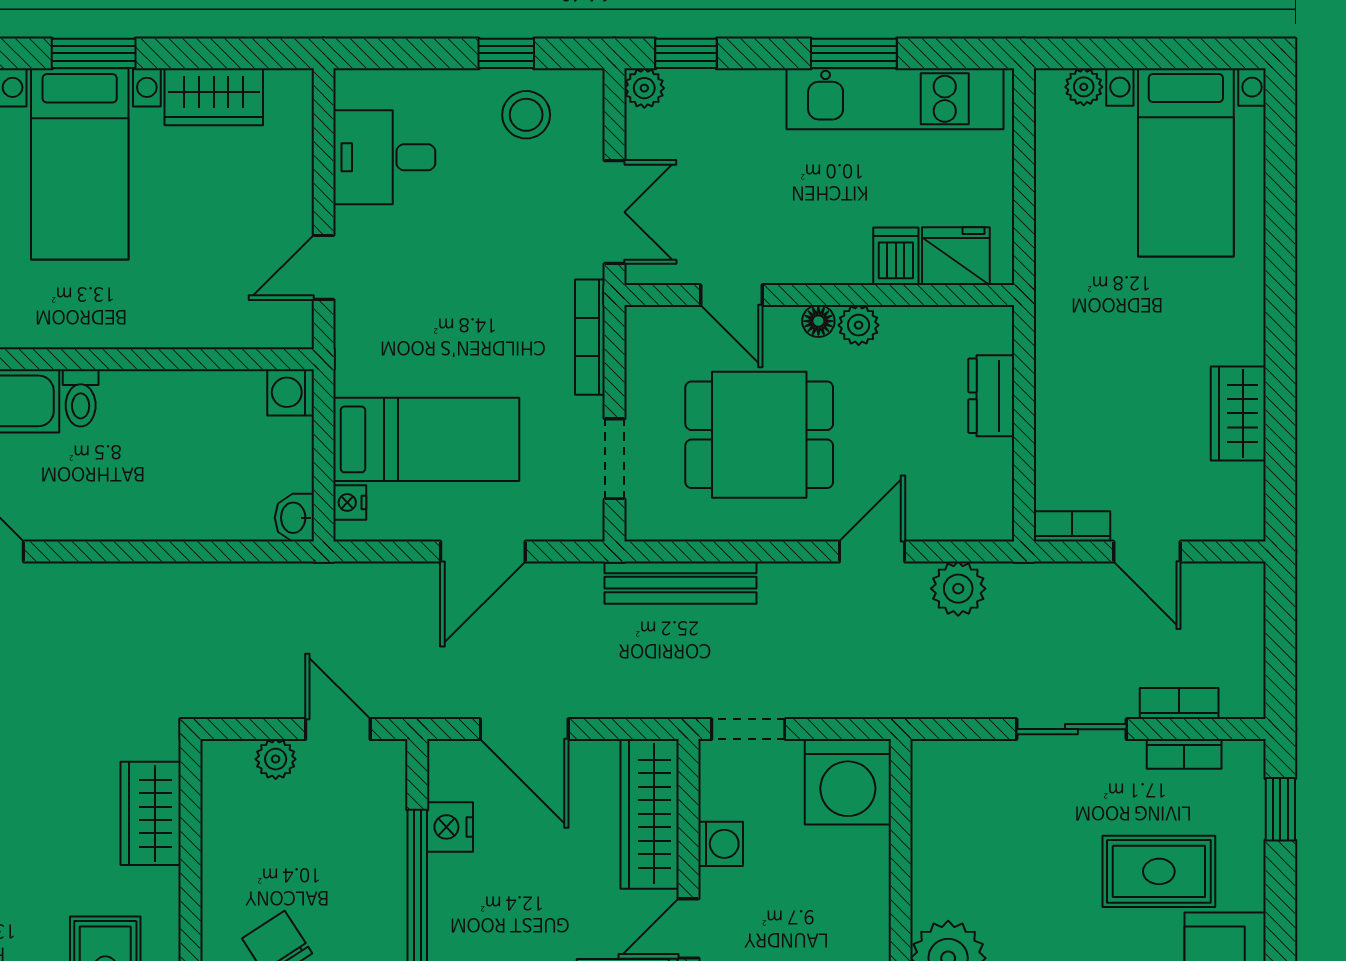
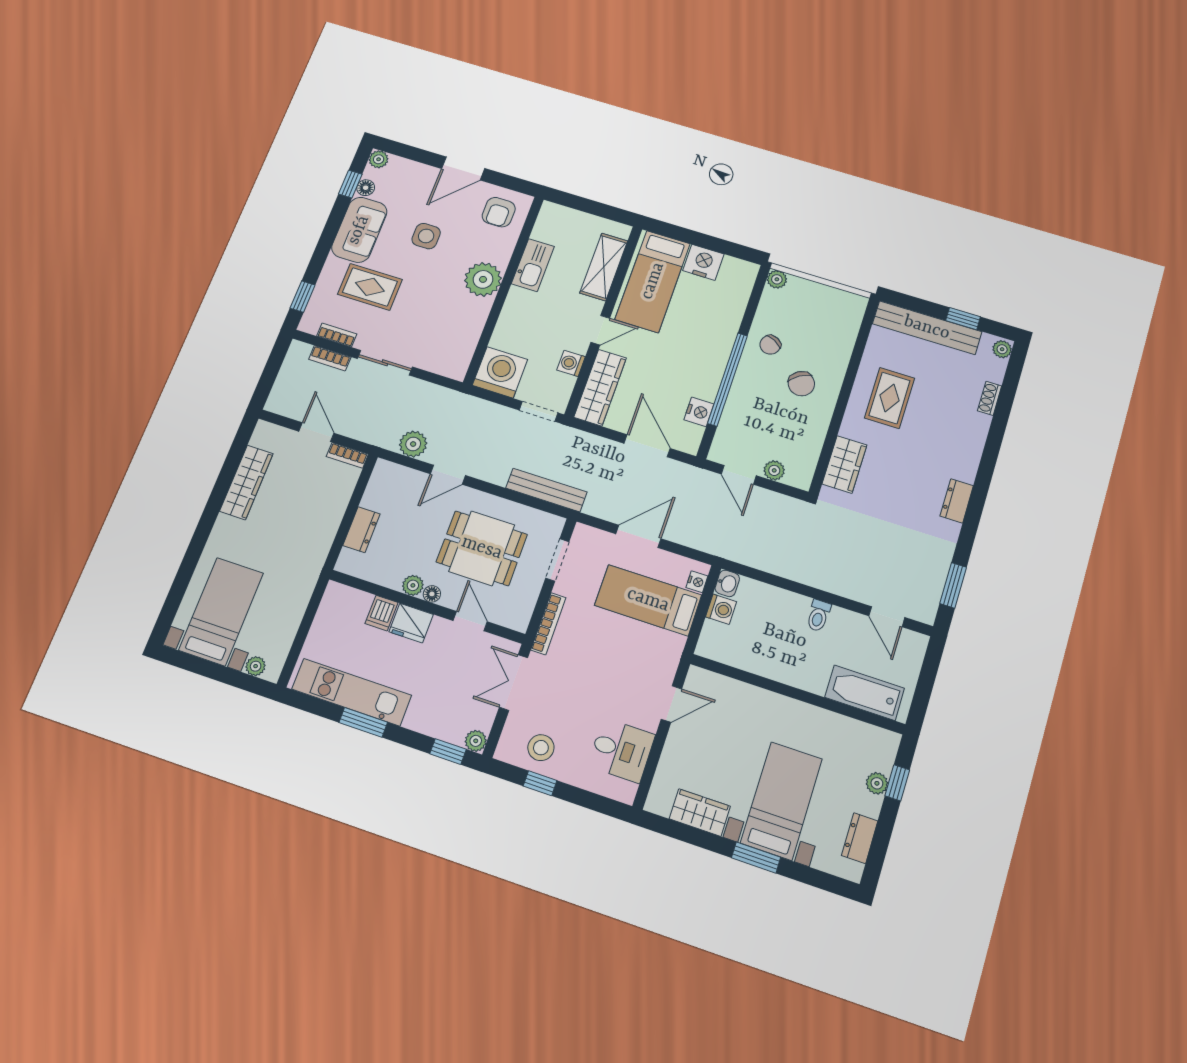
fridge: (956, 256) -> (411, 623), moved
washing machine: (291, 392) -> (721, 609), moved
toilet: (81, 398) -> (818, 616), moved, turned 180
wardrobe: (1238, 413) -> (246, 482), width x1.50

